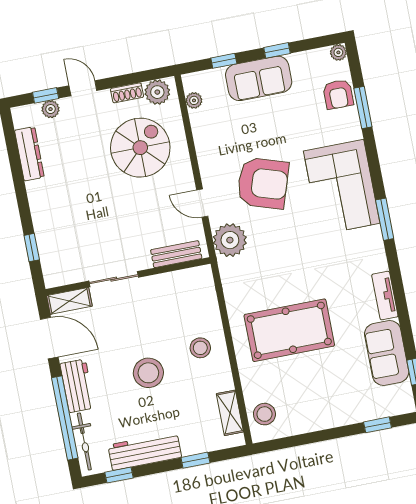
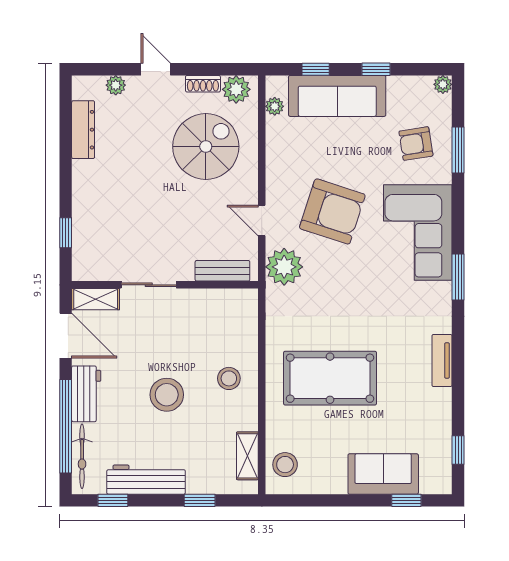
sofa: (259, 78) -> (337, 96), width x1.36
armchair: (338, 94) -> (416, 144), moved, turned 81
window: (46, 95) -> (113, 69), removed
sofa: (387, 353) -> (383, 474), moved, turned 90

